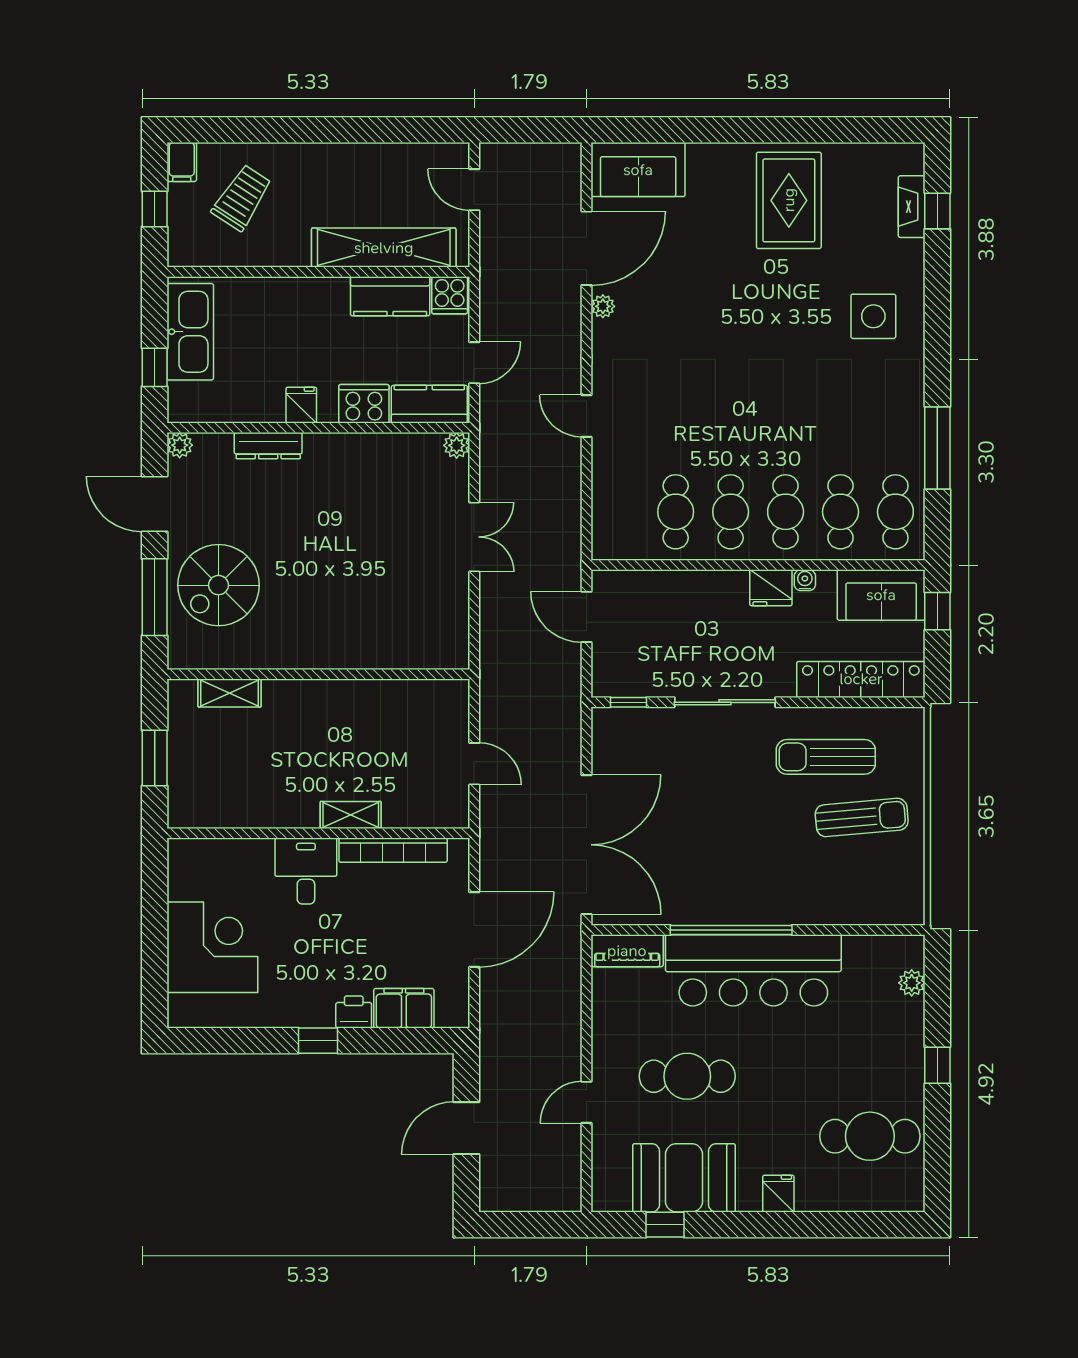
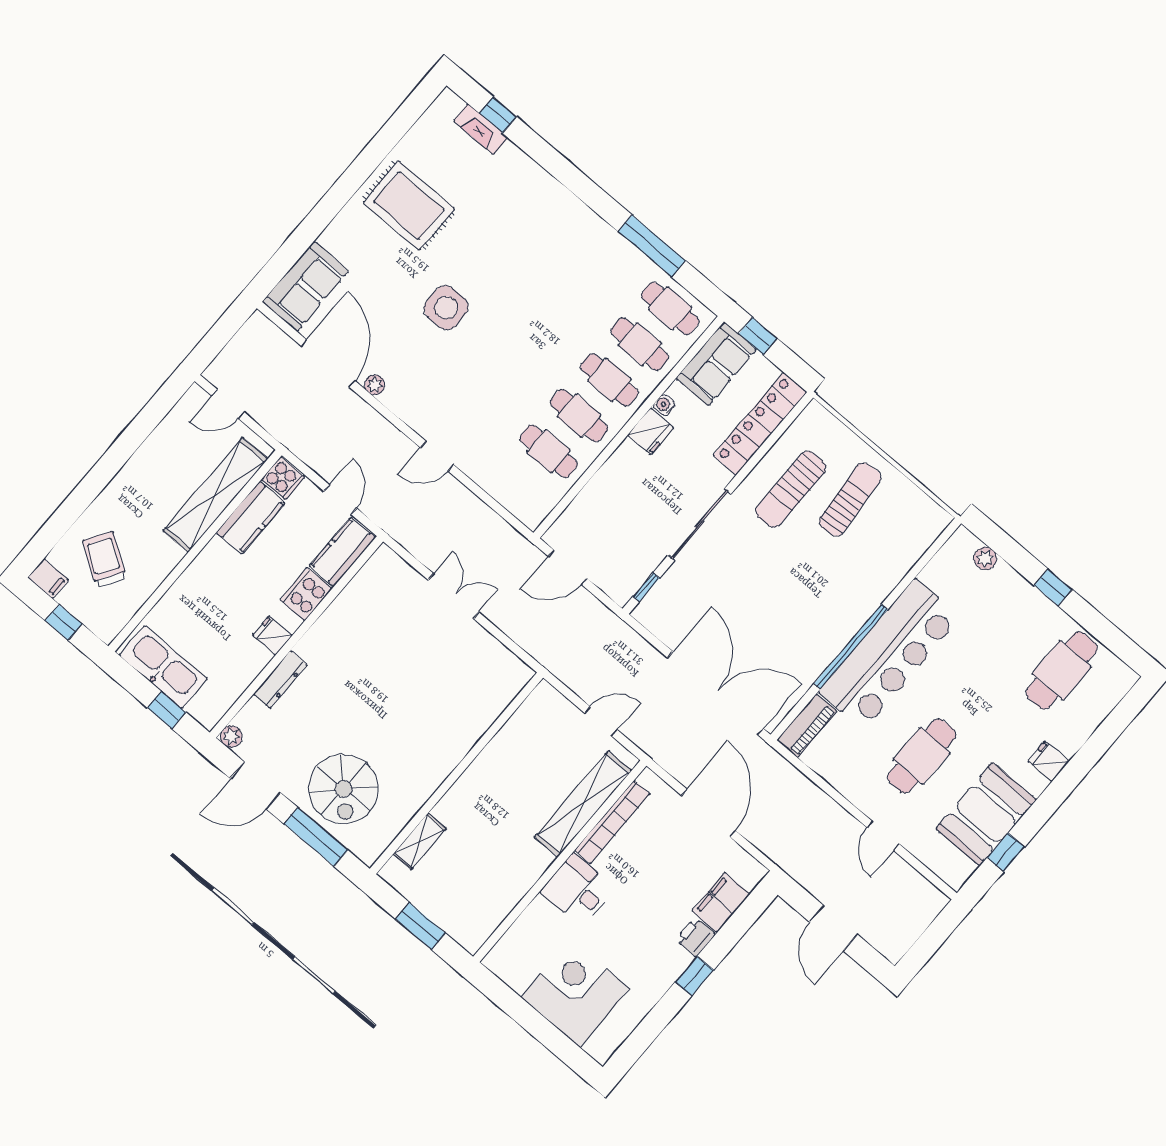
side table: (873, 316) -> (446, 308), moved
plant: (457, 445) -> (384, 557), removed
shelving: (351, 815) -> (583, 804), width x2.20, depth x1.33

